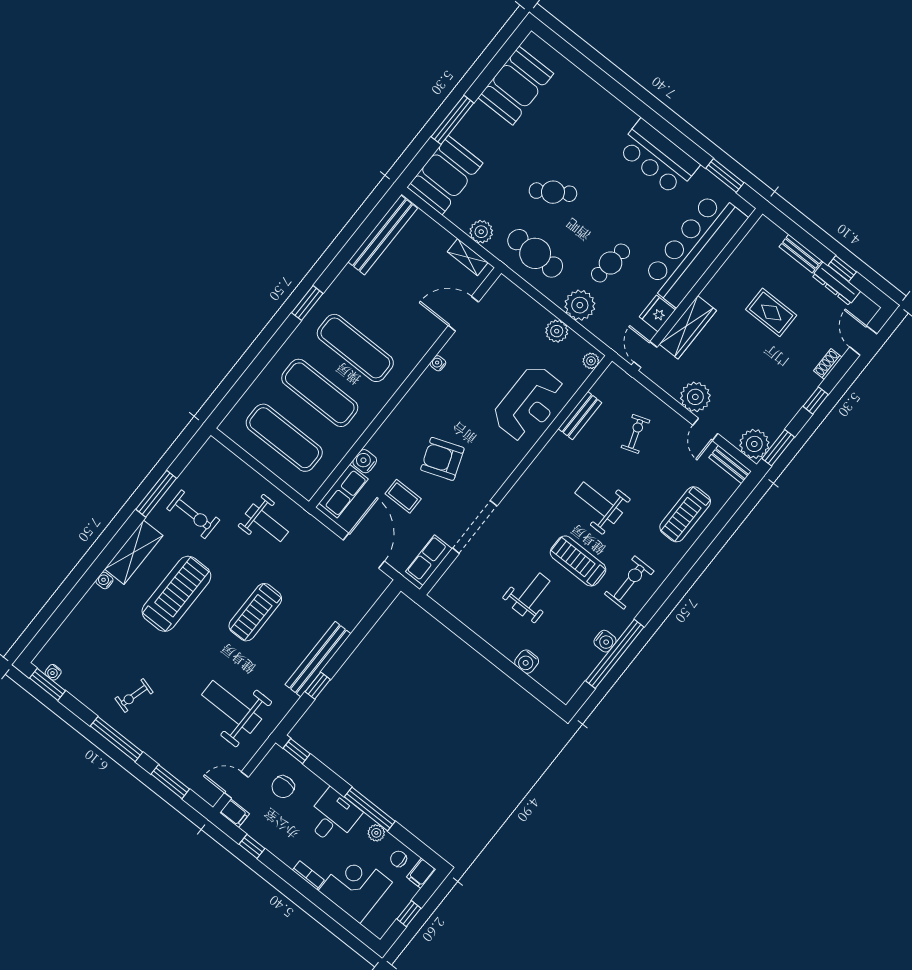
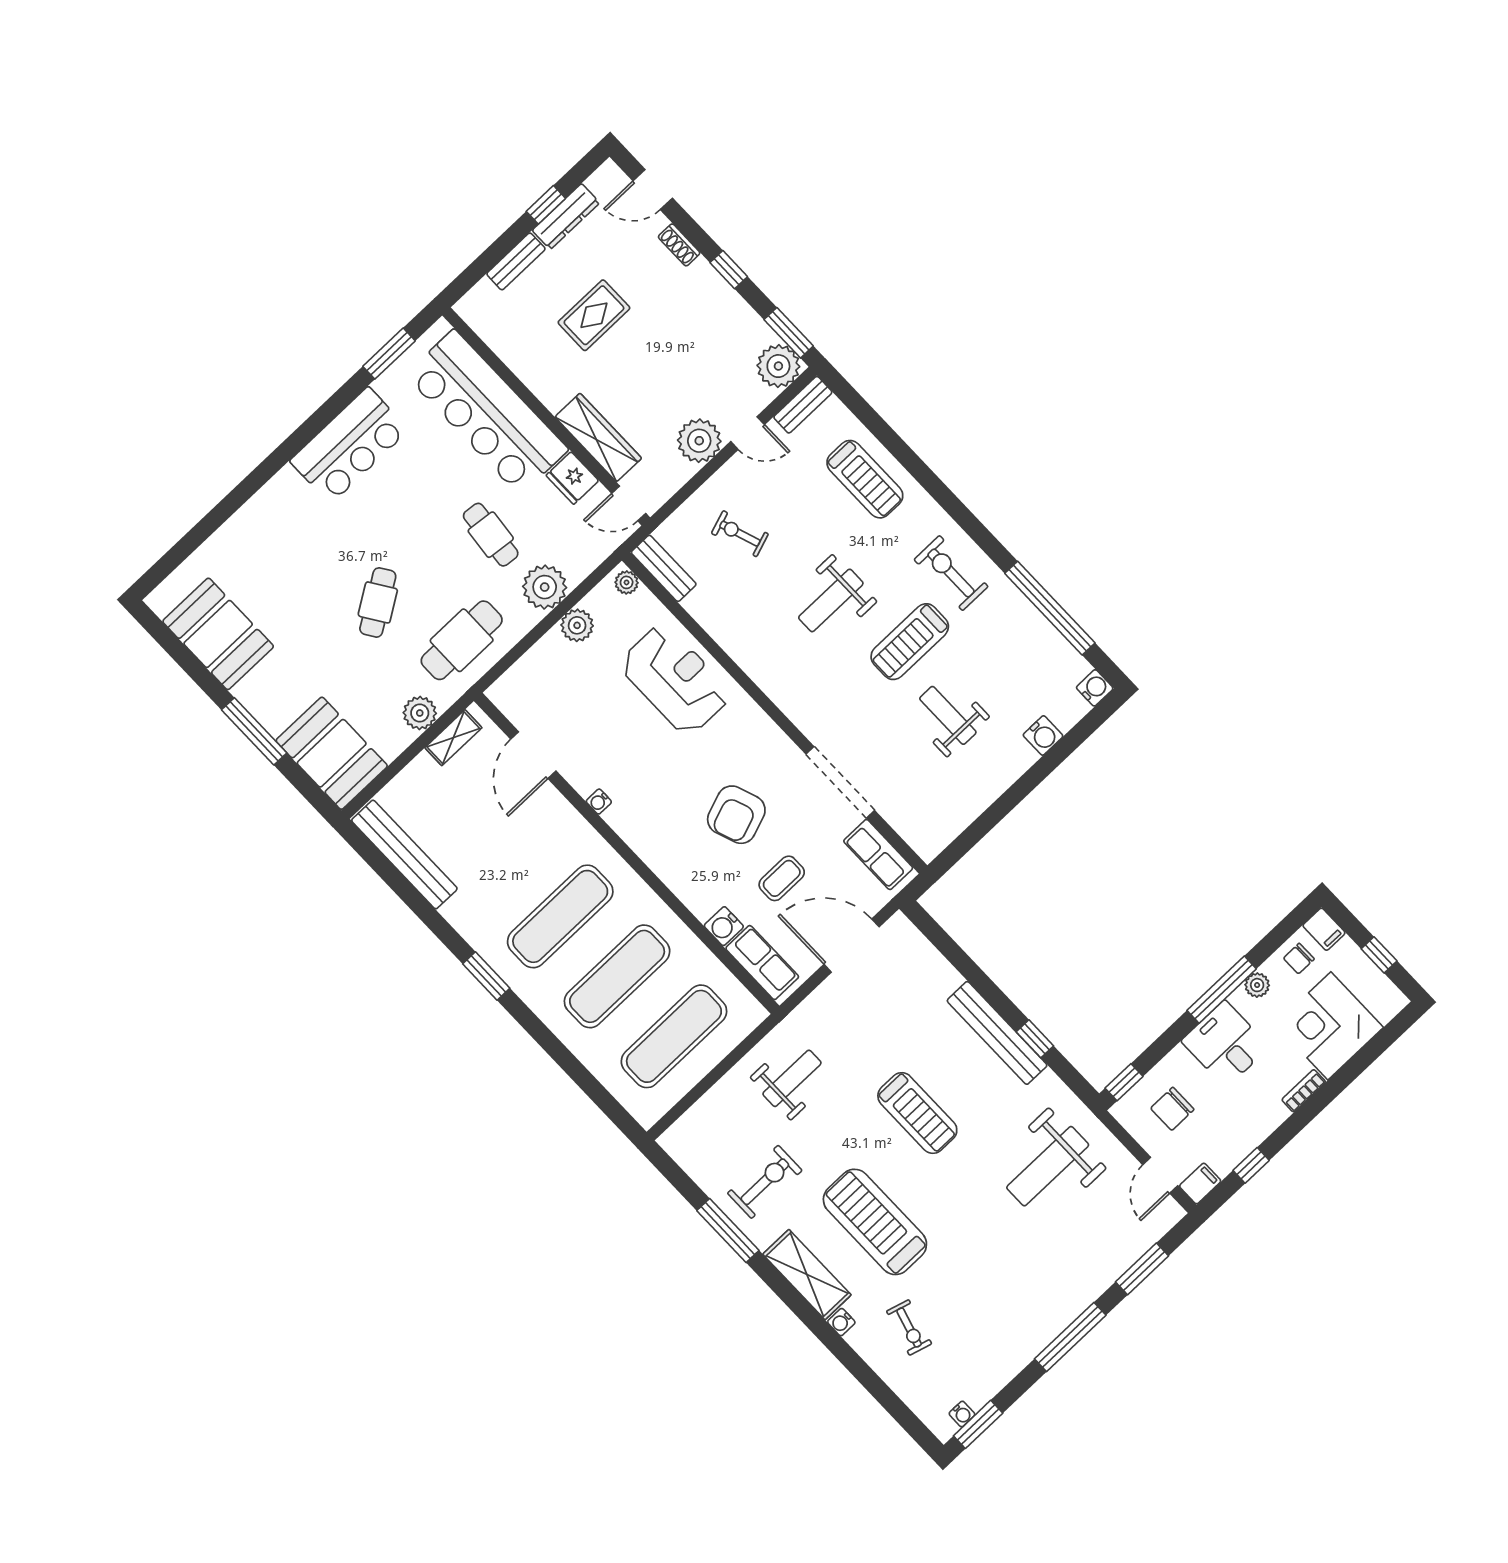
bench: (580, 416) -> (664, 568), moved
water cooler: (605, 641) -> (1095, 688), moved
exercise bike: (134, 695) -> (909, 1327), moved
chair: (283, 787) -> (1172, 1109), turned 90

